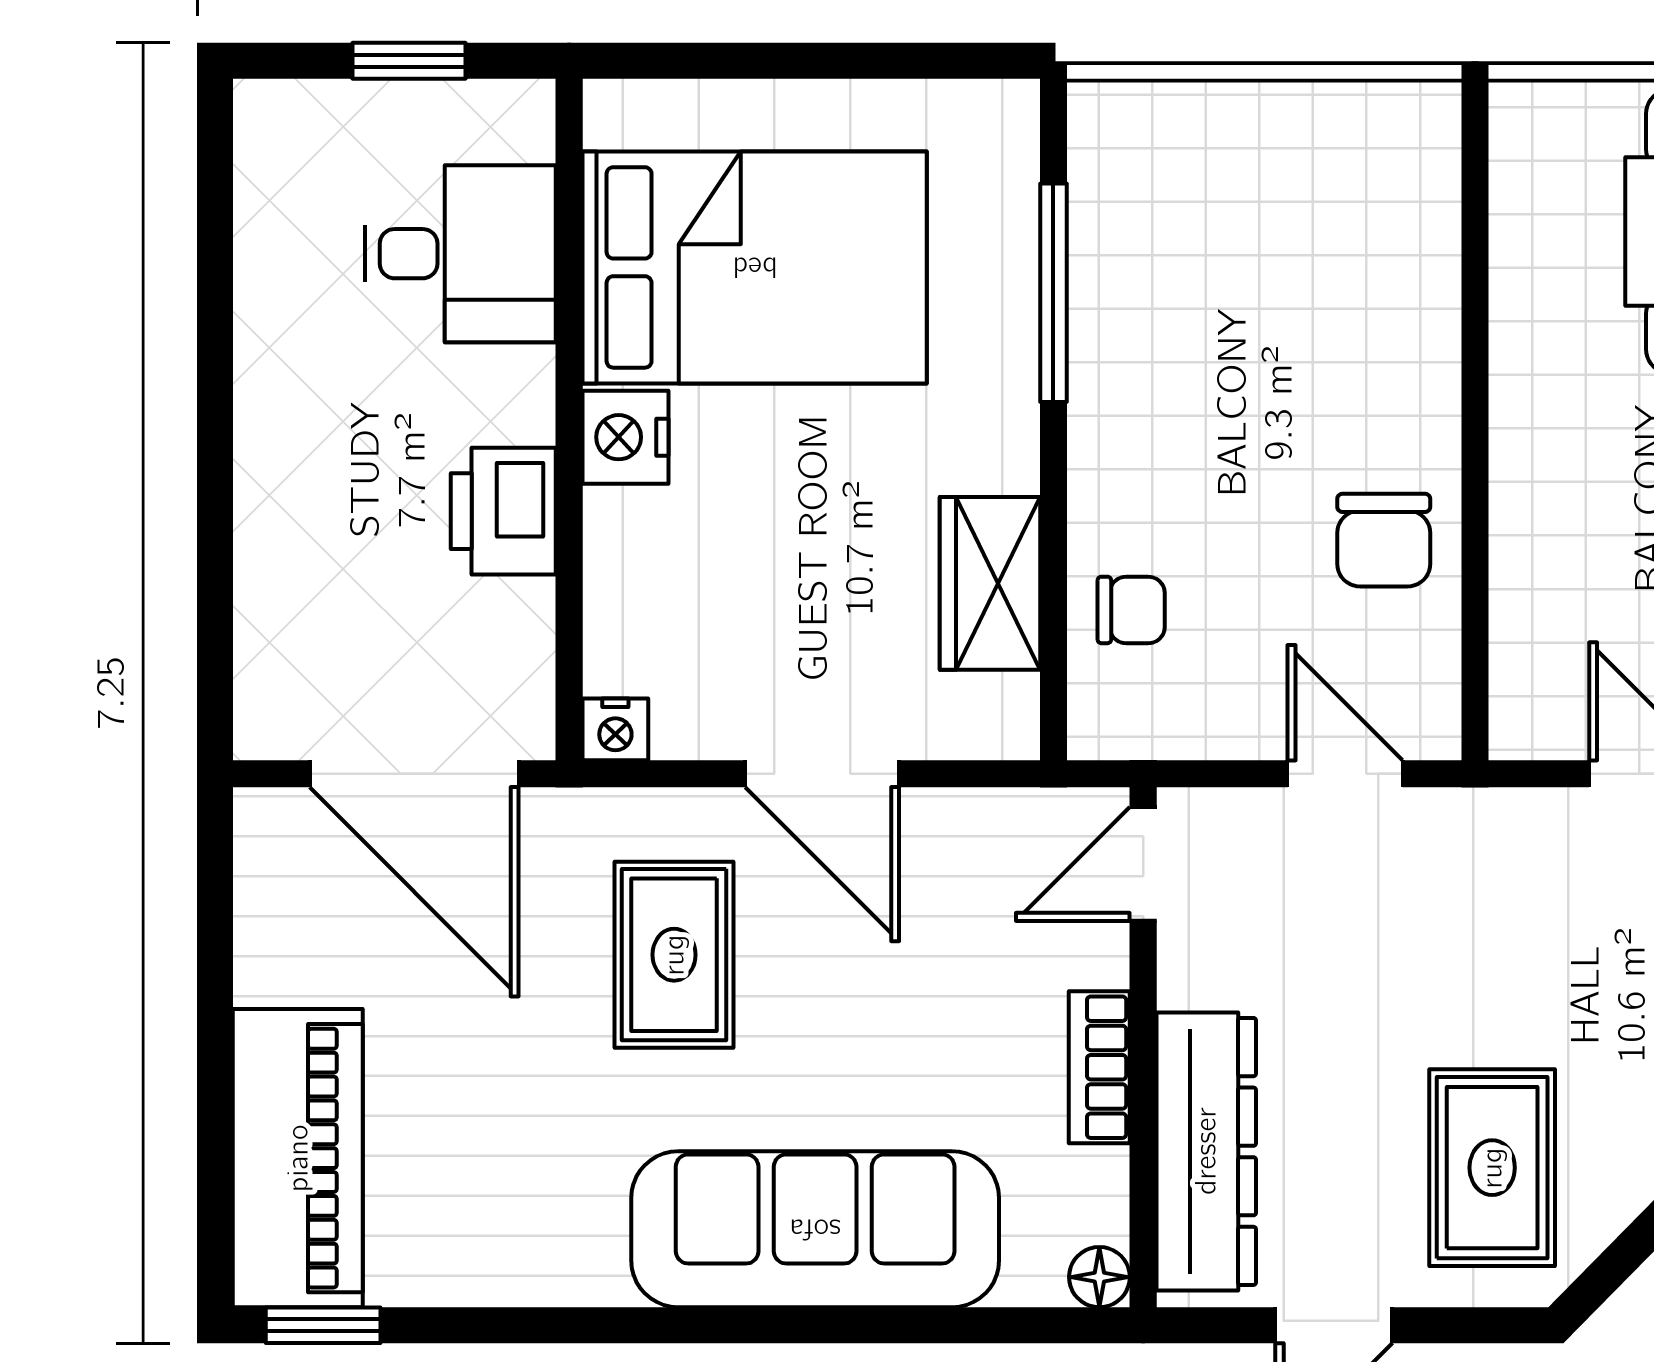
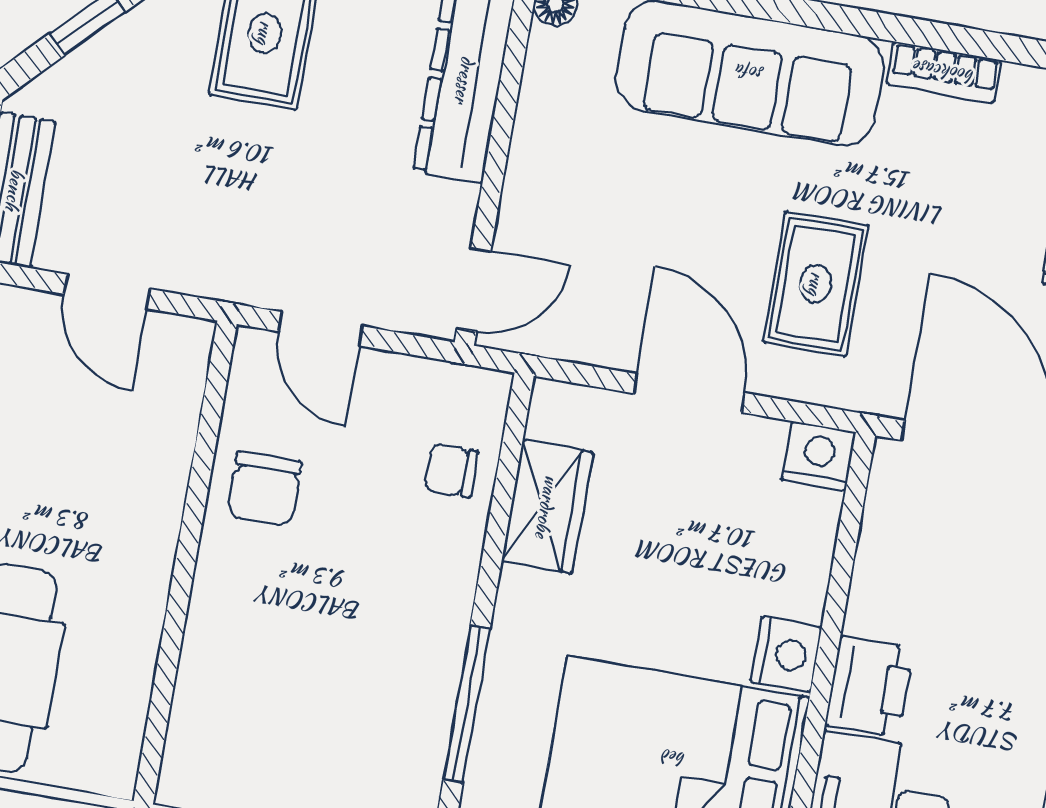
printer: (503, 511) -> (869, 687), moved
chair: (1384, 540) -> (264, 489), turned 180
nightstand: (615, 729) -> (819, 456), width x1.39, depth x1.35
bookcase: (1099, 1067) -> (944, 72), moved, turned 90

